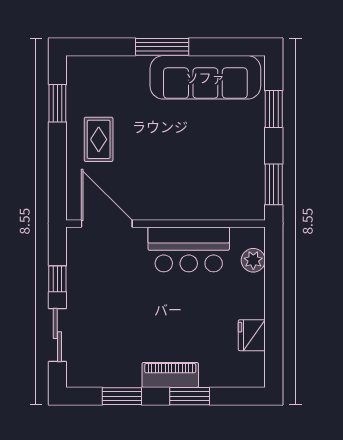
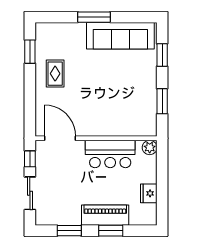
door: (107, 224) -> (60, 138), moved
wall: (166, 224) -> (96, 138), moved
bar counter: (189, 249) -> (110, 154), moved
piano: (170, 375) -> (105, 215), width x1.37, depth x1.33

